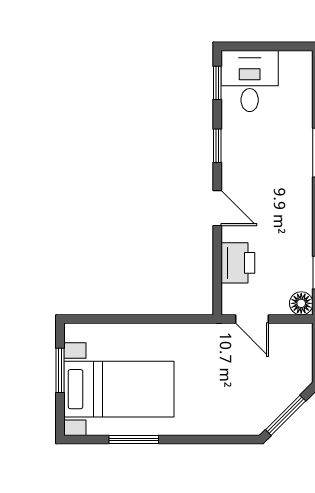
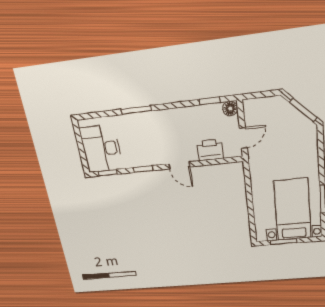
desk: (250, 81) -> (101, 149), width x1.37
door: (217, 208) -> (179, 165), swing flipped

